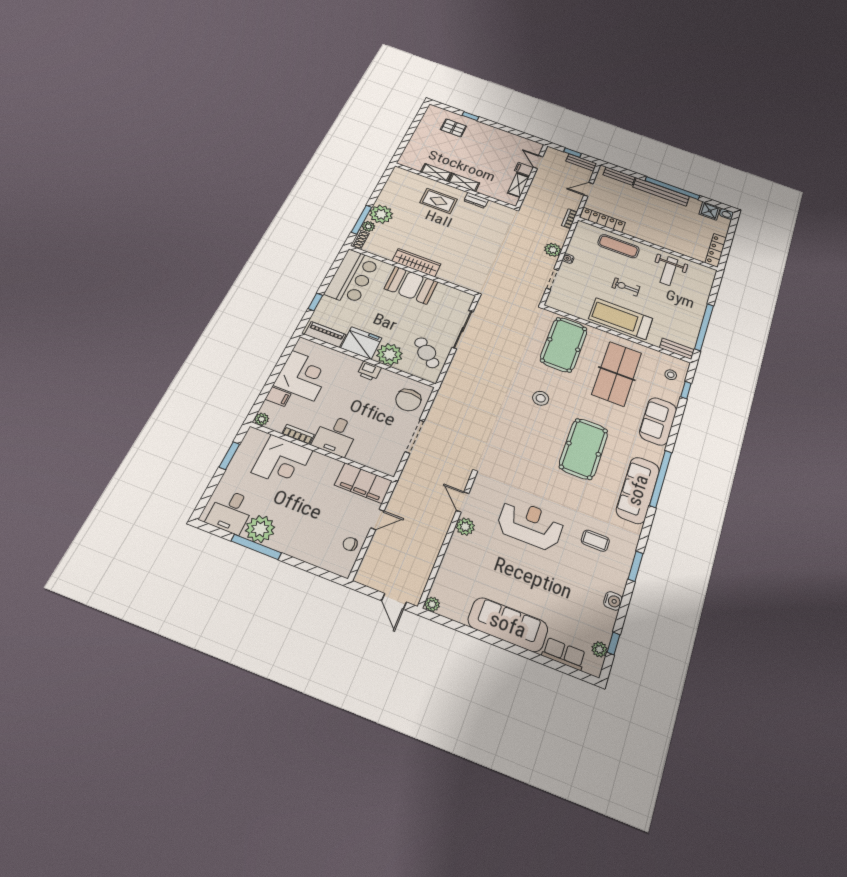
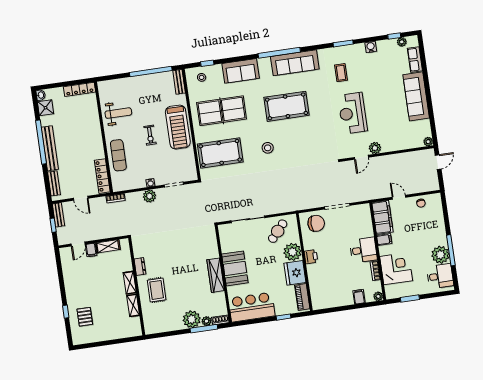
corner desk: (303, 375) -> (337, 292), removed
filing cabinet: (332, 468) -> (384, 240), added

